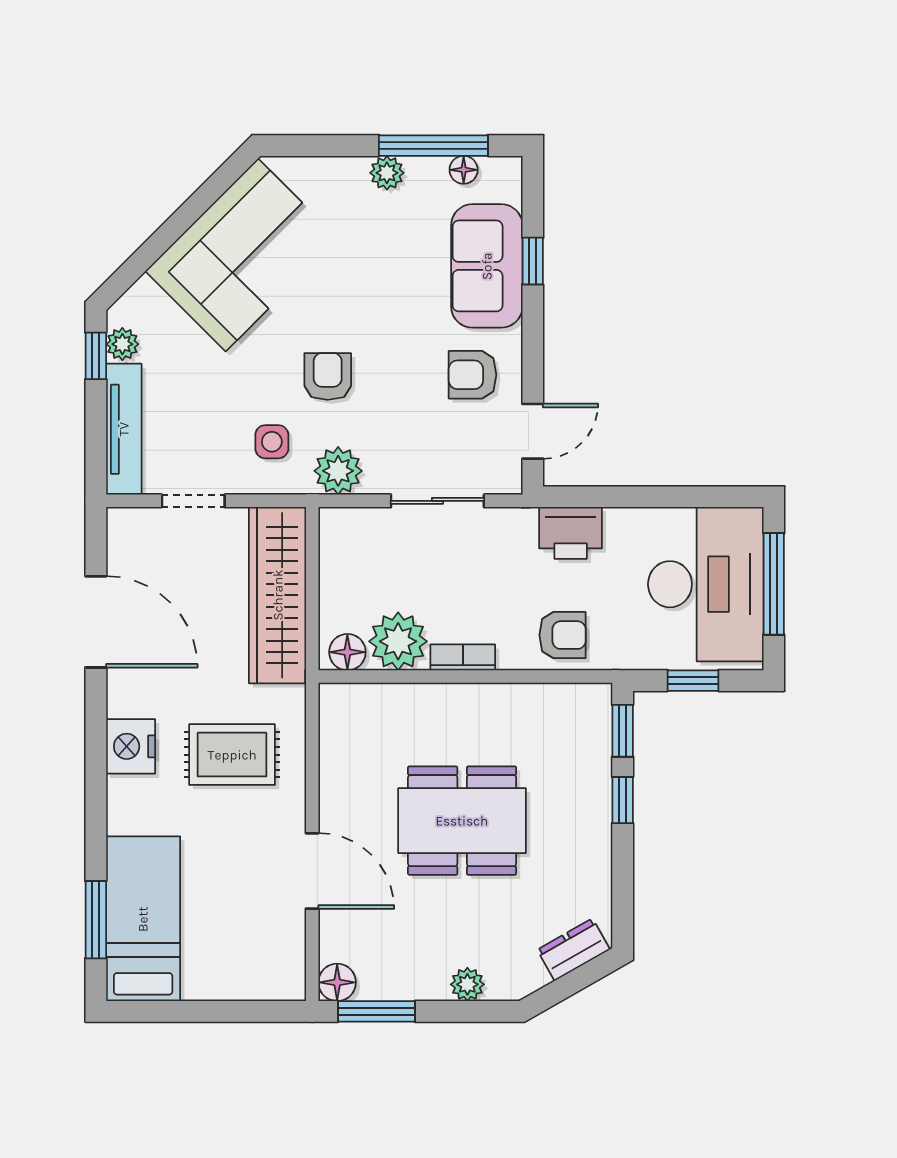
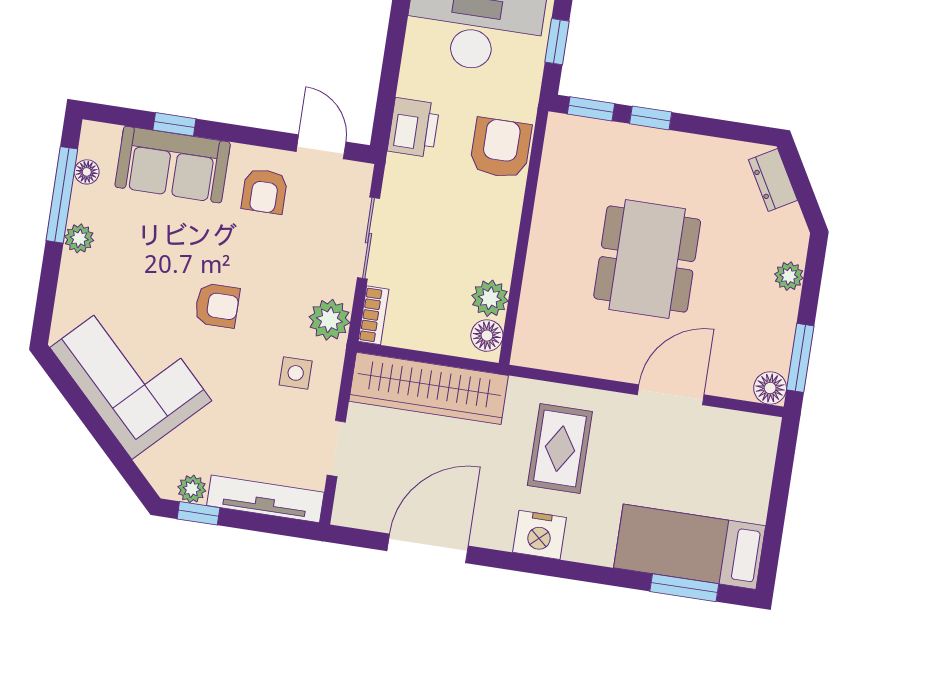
armchair: (328, 376) -> (217, 305), moved, turned 180
armchair: (563, 635) -> (501, 148), width x1.38, depth x1.38
plant: (398, 641) -> (490, 298), width x0.73, depth x0.73
bookcase: (463, 657) -> (373, 315), moved, turned 180

